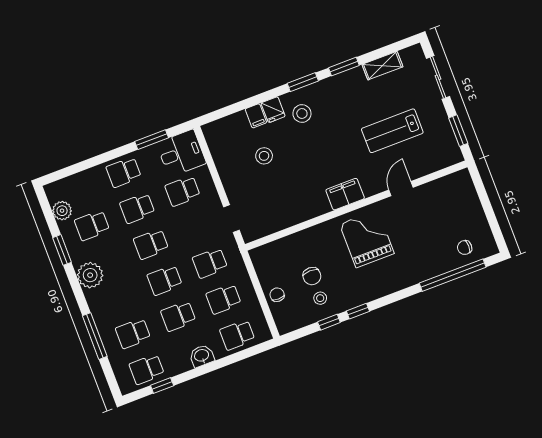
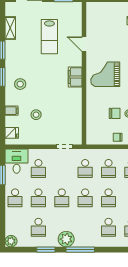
fridge: (273, 110) -> (12, 133), moved
plant: (62, 211) -> (11, 241), moved
window: (95, 336) -> (80, 250), moved

